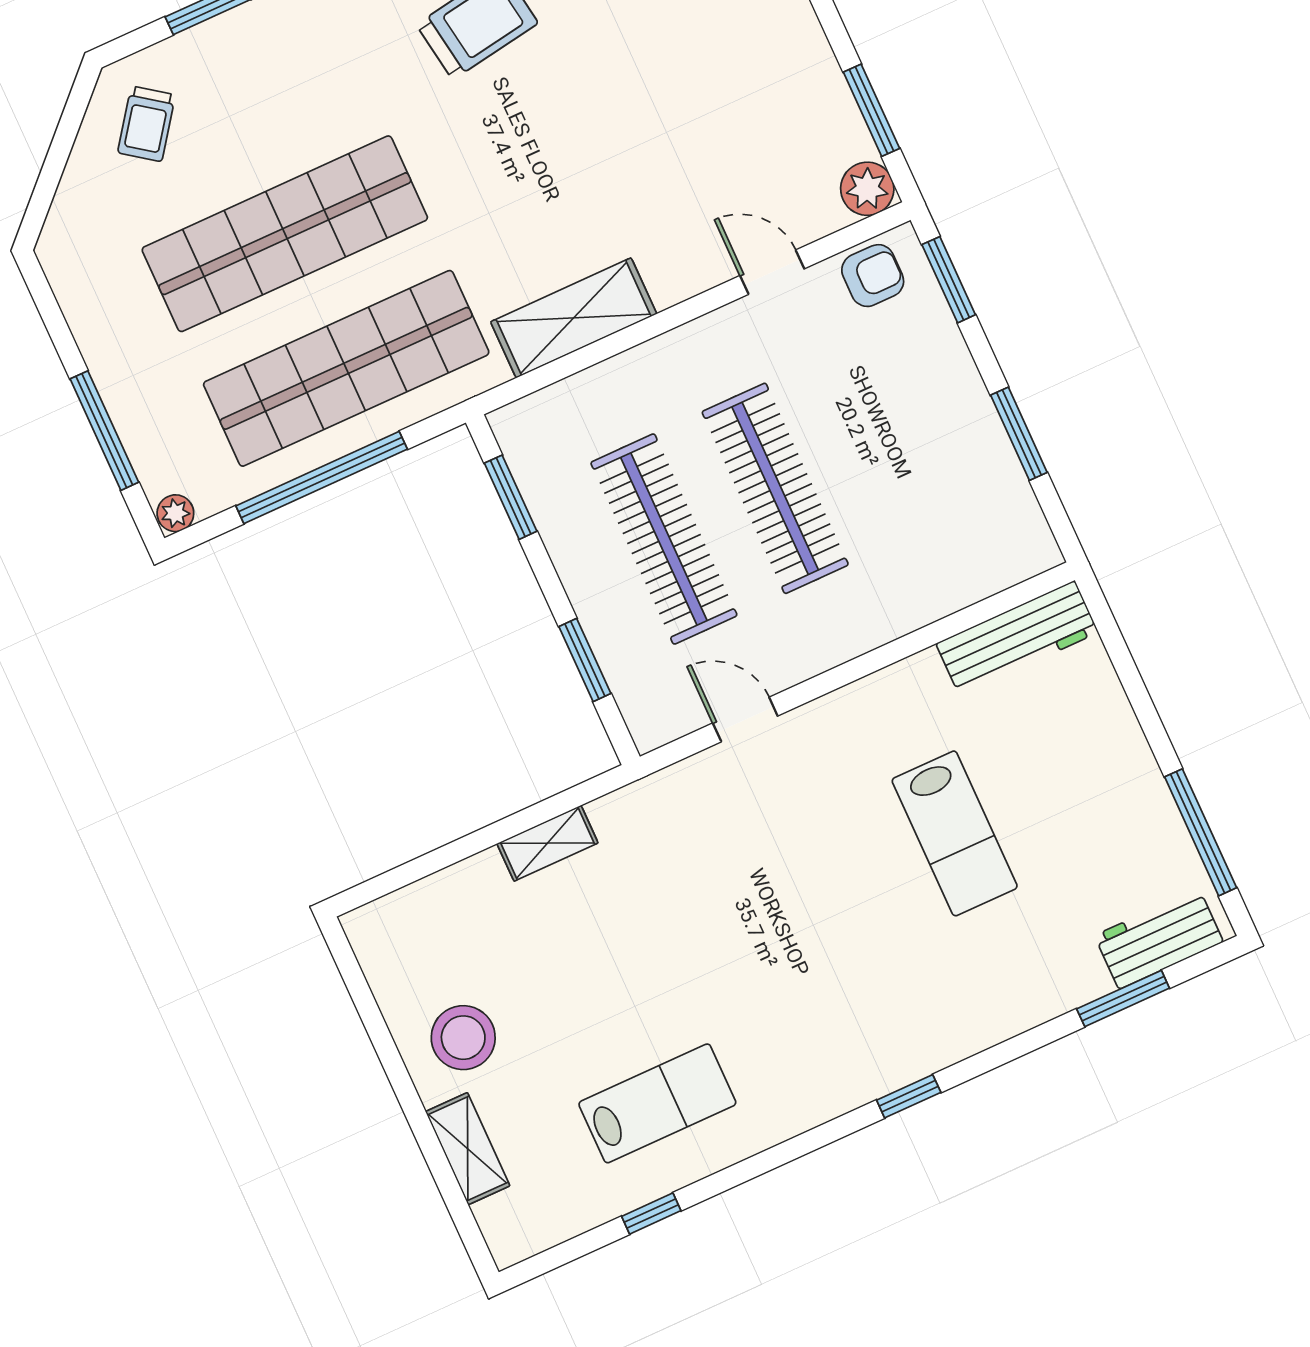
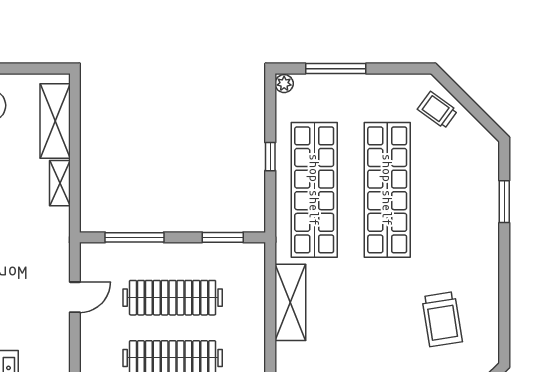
trolley: (146, 124) -> (437, 110), moved
window: (322, 477) -> (270, 157), width x0.32
window: (585, 660) -> (134, 237), width x1.44
shelving: (437, 904) -> (55, 121), added

